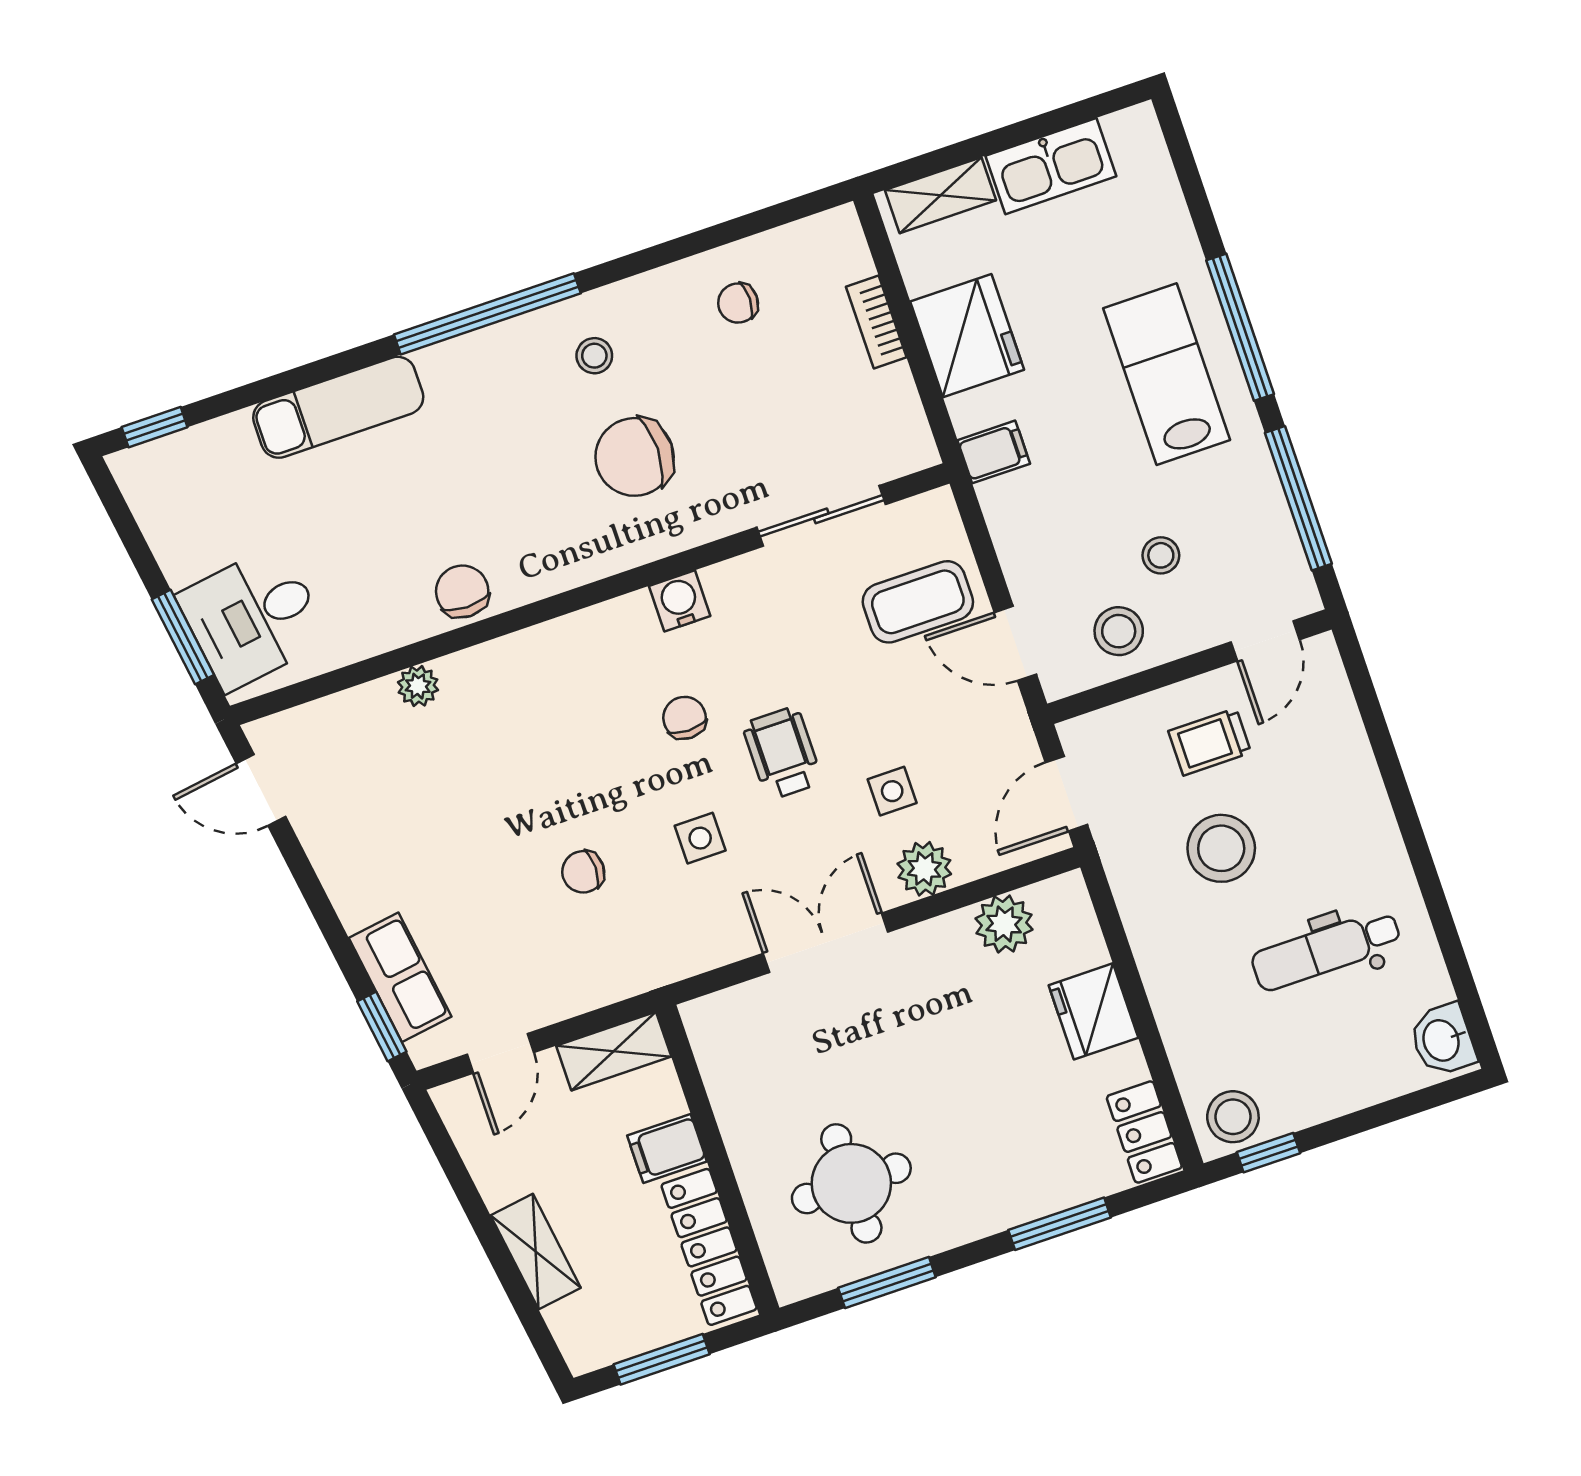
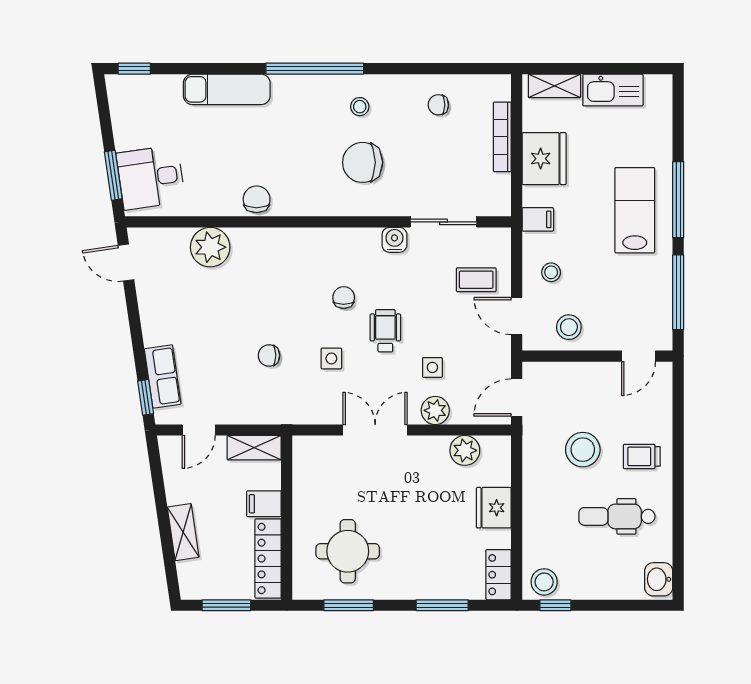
bookcase: (876, 322) -> (502, 137), width x1.56
stool: (1161, 555) -> (551, 272), moved
water cooler: (680, 601) -> (394, 240), moved
coffee table: (918, 602) -> (476, 280), width x0.73, depth x0.77
plant: (418, 686) -> (210, 247), width x1.87, depth x1.87
trolley: (1210, 742) -> (642, 456), moved

